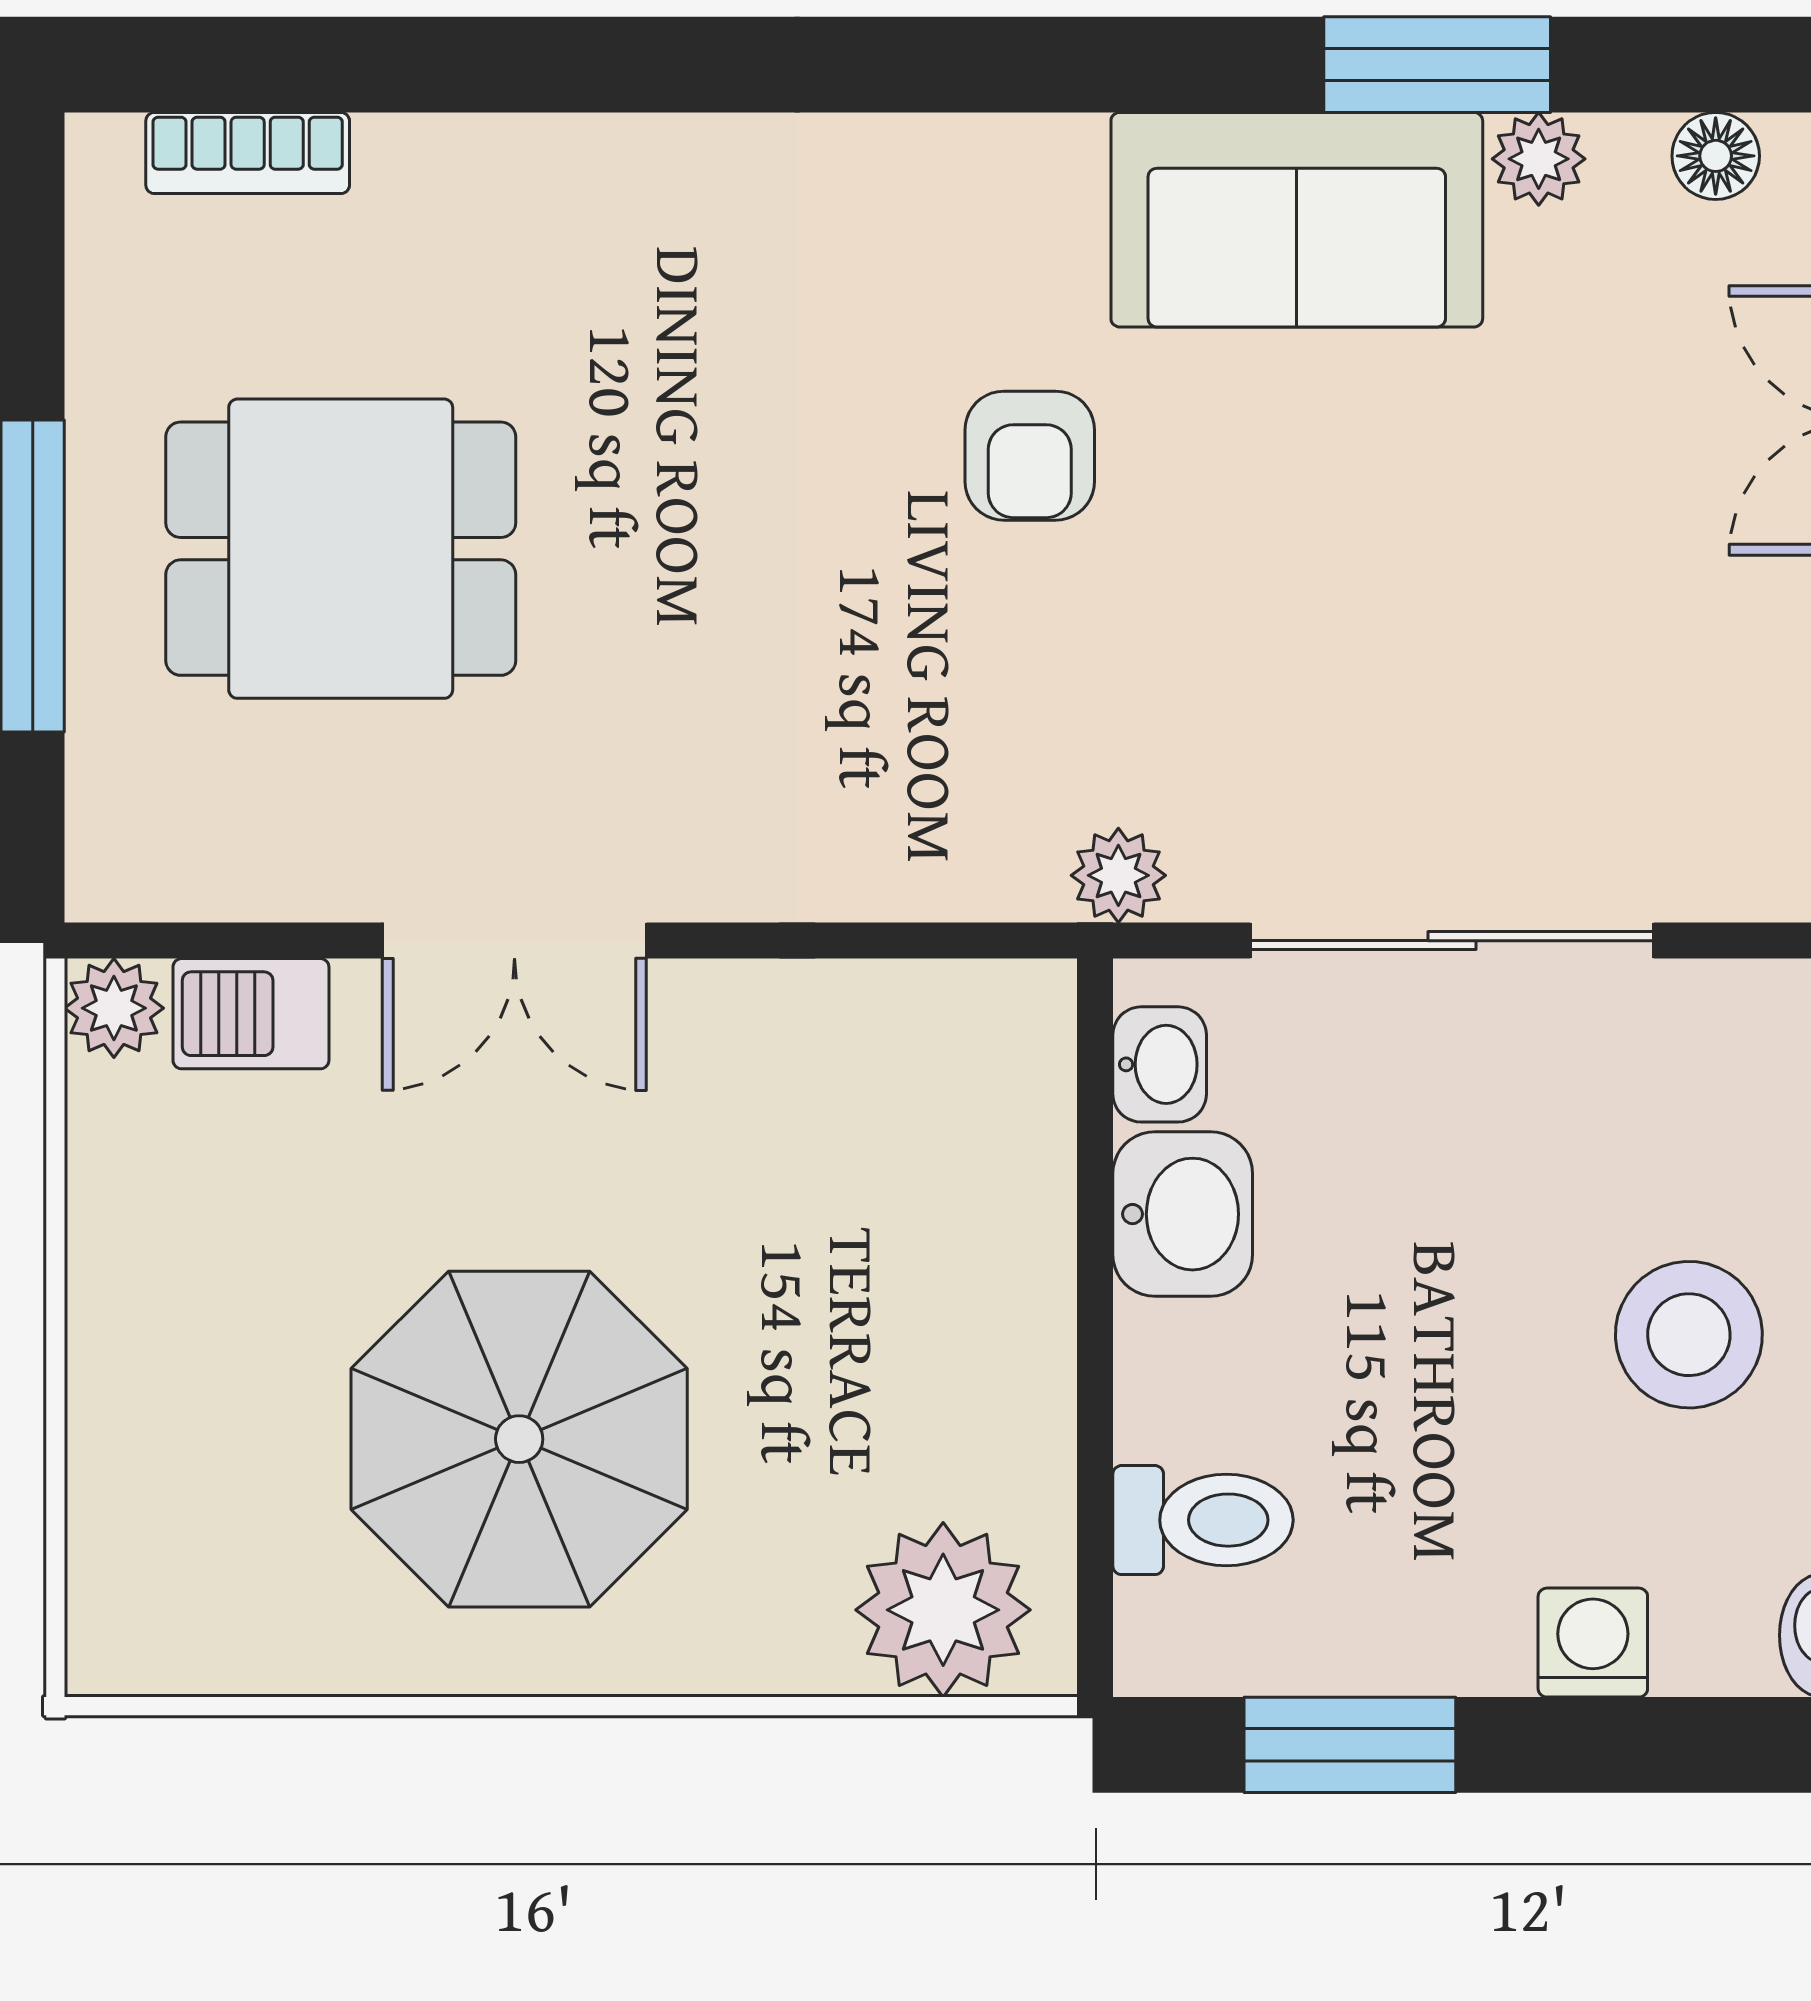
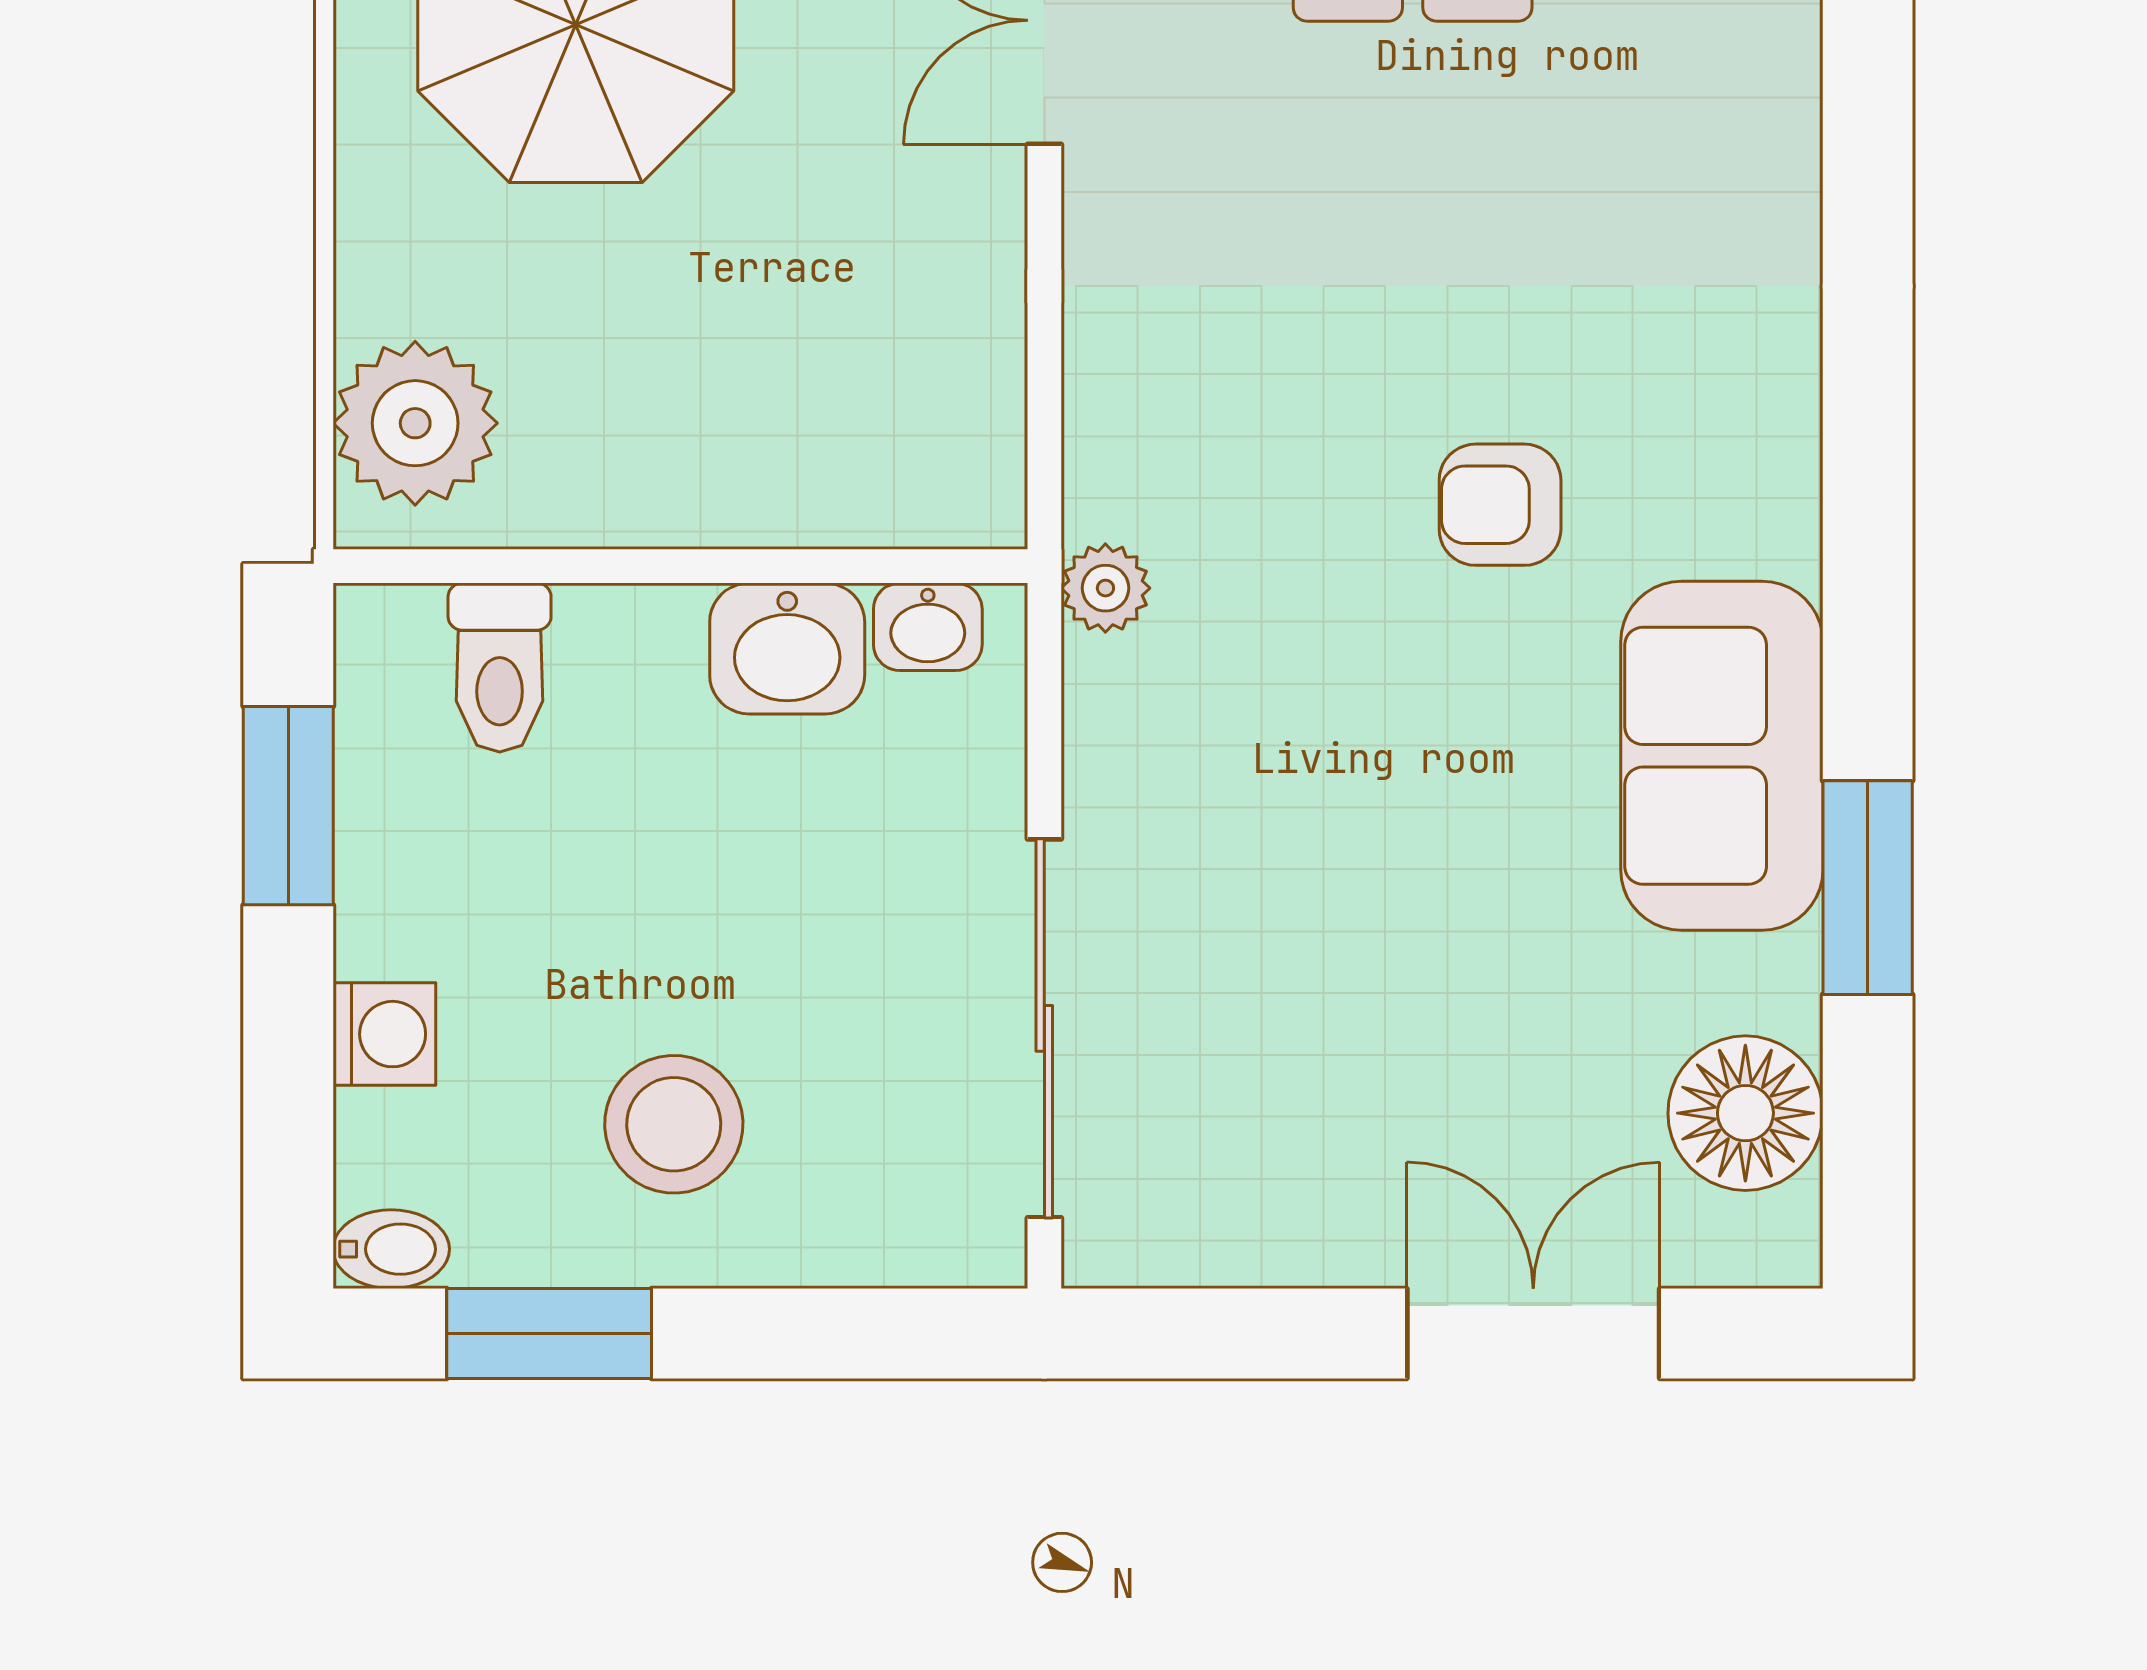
floor lamp: (1716, 156) -> (1745, 1113), width x1.89, depth x1.89
plant: (1539, 159) -> (1779, 983), removed
sliding door: (1452, 941) -> (1044, 1028), moved

